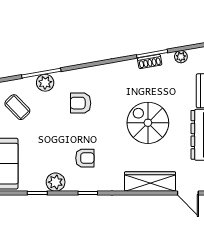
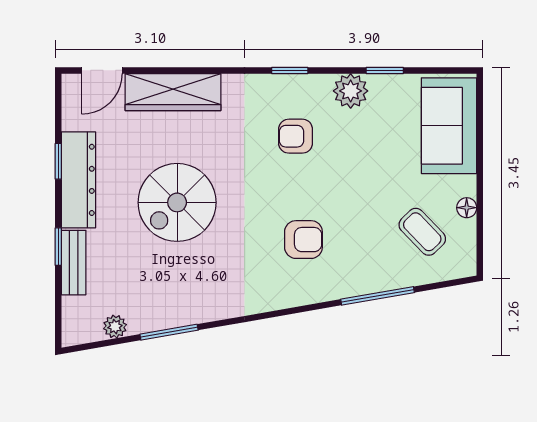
shoe rack: (150, 61) -> (174, 318), removed
plant: (45, 83) -> (370, 278), removed
spiral stairs: (148, 123) -> (177, 202), turned 90
door: (188, 193) -> (102, 70), swing flipped

